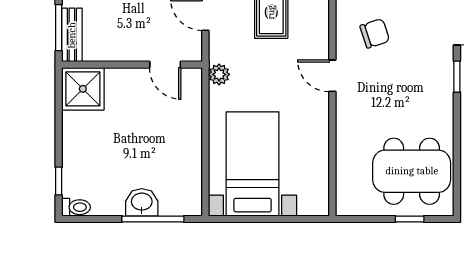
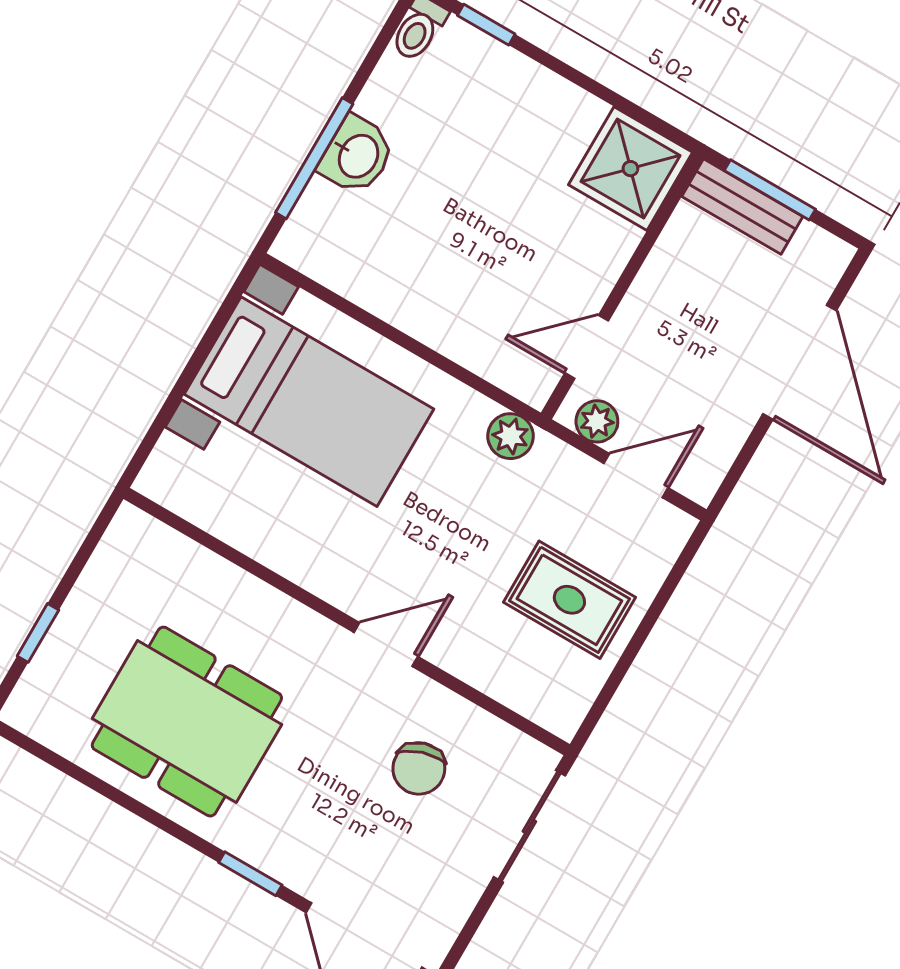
plant: (193, 43) -> (597, 421), added
dining table: (412, 171) -> (187, 722), moved, turned 90

